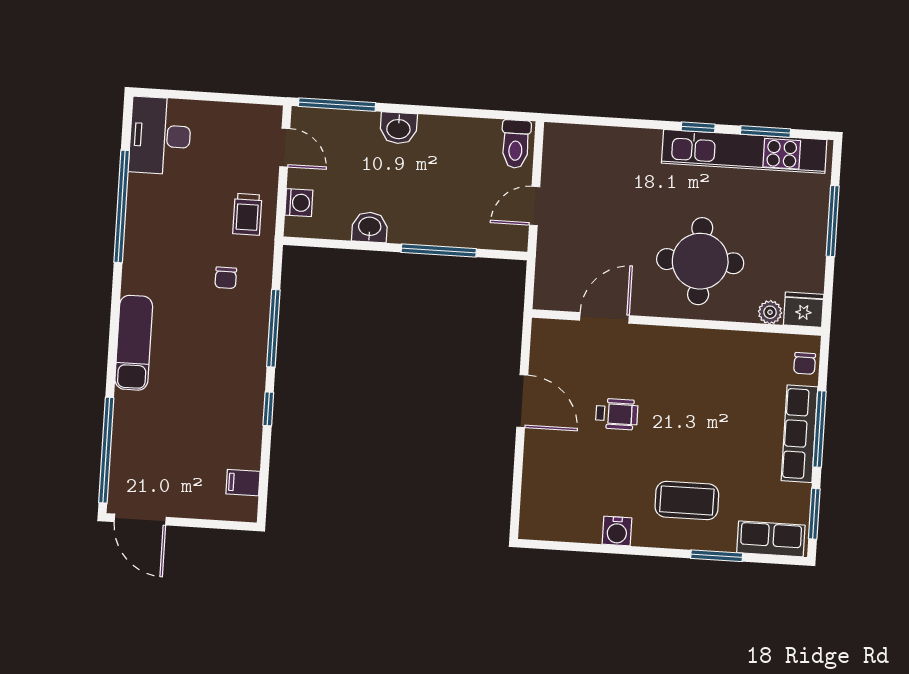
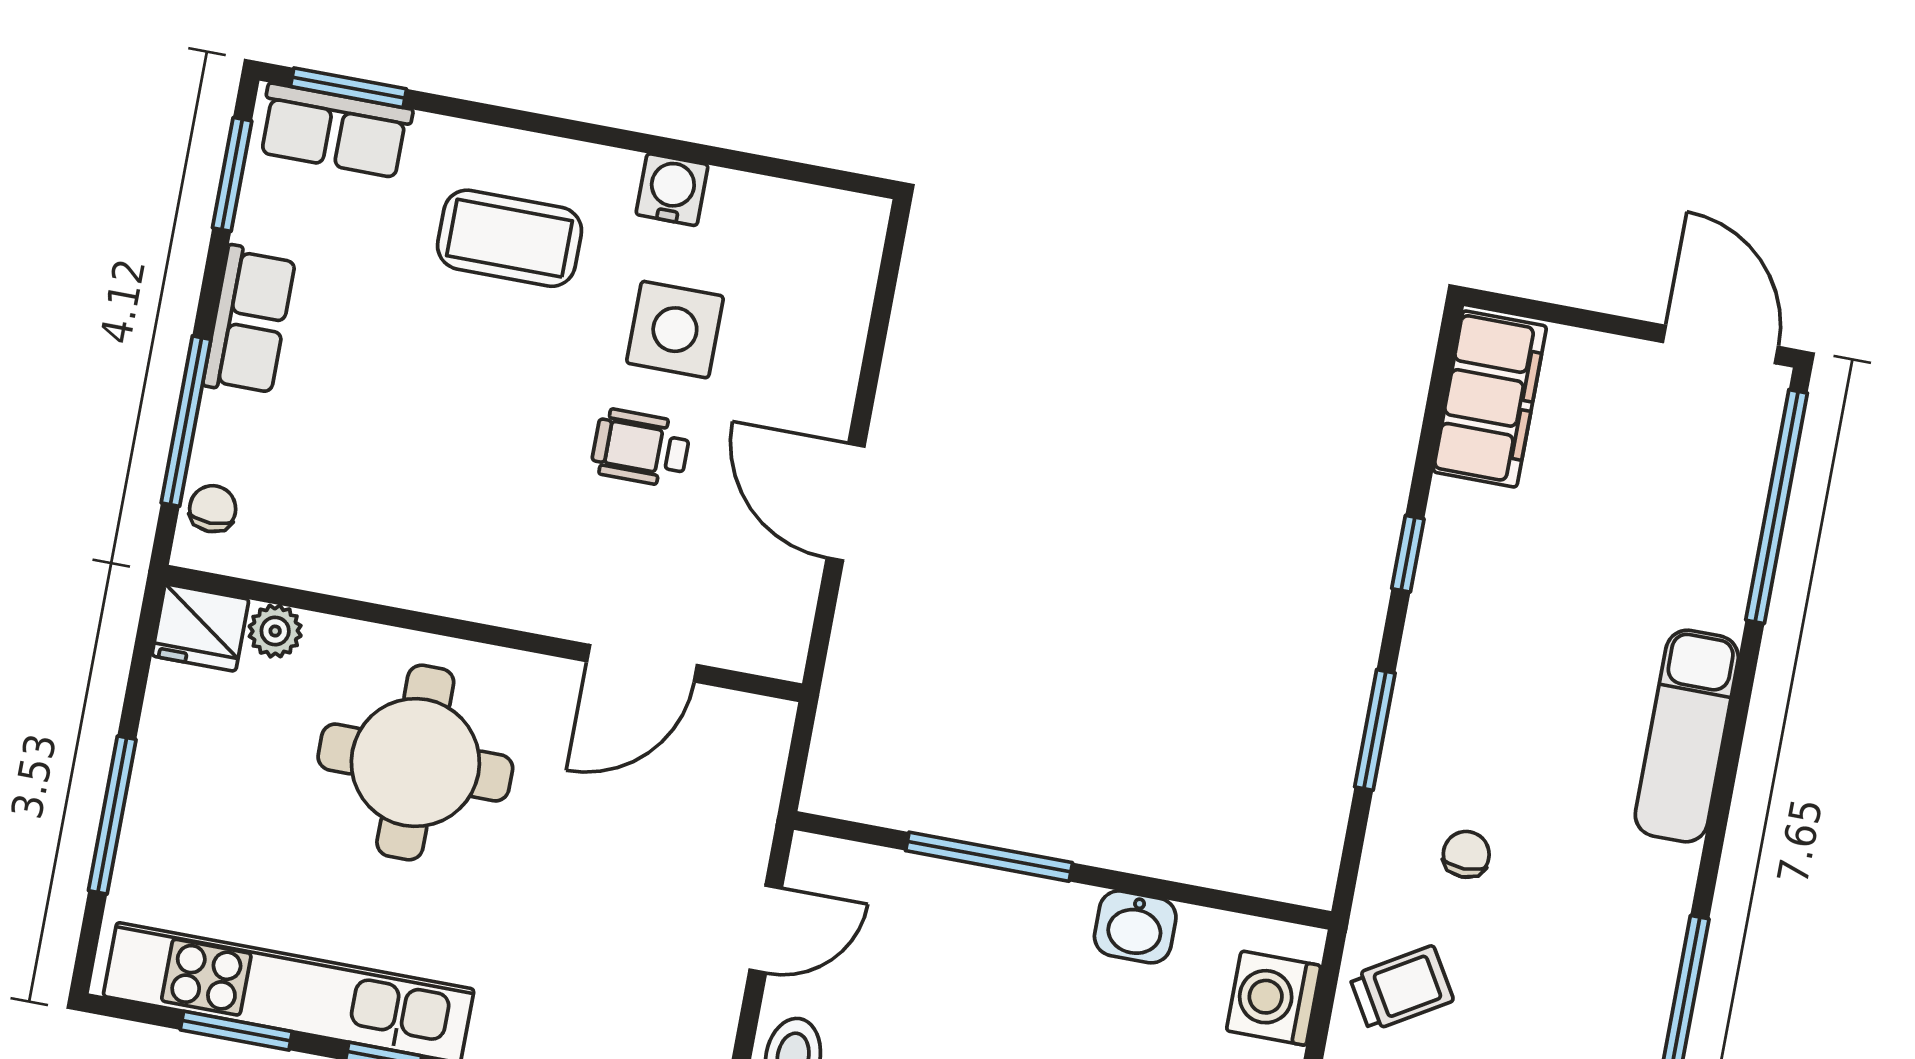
washing machine: (299, 203) -> (1274, 998), width x1.38, depth x1.38
trolley: (247, 214) -> (1402, 988), turned 59
window: (273, 328) -> (1375, 730), width x0.69
window: (820, 429) -> (186, 421), moved
row of seats: (799, 434) -> (249, 321), width x0.68
side table: (608, 469) -> (675, 330), added
filing cabinet: (243, 483) -> (1490, 399), width x3.00, depth x1.17
window: (717, 556) -> (348, 88), moved

